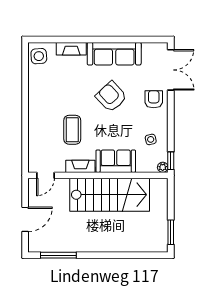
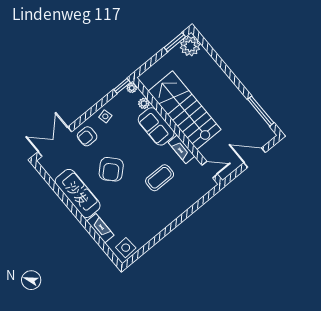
side table: (151, 139) -> (105, 116), moved
plant: (142, 167) -> (144, 103), added
plant: (157, 242) -> (190, 46), added

